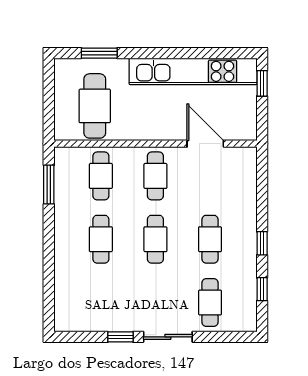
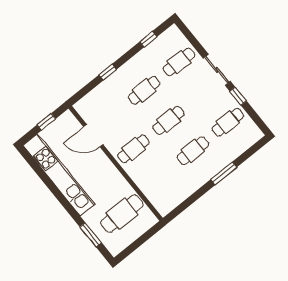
window: (262, 83) -> (46, 122), moved
door: (205, 144) -> (93, 136), hinge flipped
cafe table: (101, 176) -> (228, 122), moved
window: (49, 185) -> (224, 173), moved
window: (262, 243) -> (108, 72), moved

